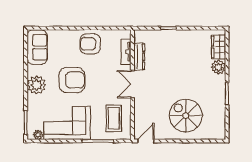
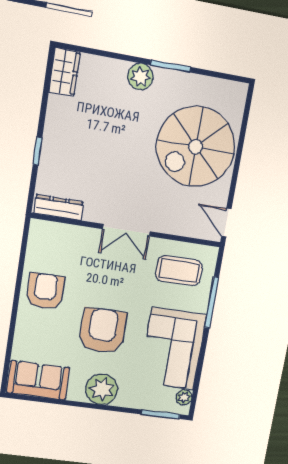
armchair: (90, 44) -> (45, 291), turned 180
wardrobe: (219, 47) -> (65, 72), moved, turned -90
tv unit: (126, 52) -> (69, 233), removed
dresser: (139, 57) -> (58, 207), moved
plant: (218, 67) -> (140, 77), moved
spiral stairs: (186, 116) -> (196, 147), width x1.37, depth x1.37

